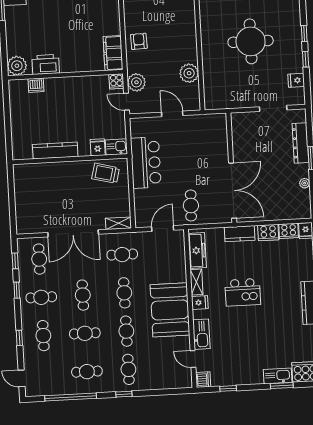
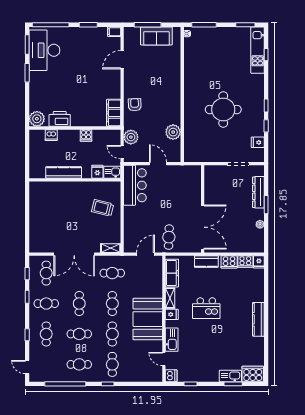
cooker: (116, 81) -> (86, 135), moved
fridge: (98, 147) -> (97, 172), moved
kitchen sink: (116, 147) -> (112, 172), moved
kitchen counter: (55, 151) -> (64, 172), moved
wall: (70, 159) -> (75, 180), moved
bar counter: (146, 163) -> (135, 185), moved

